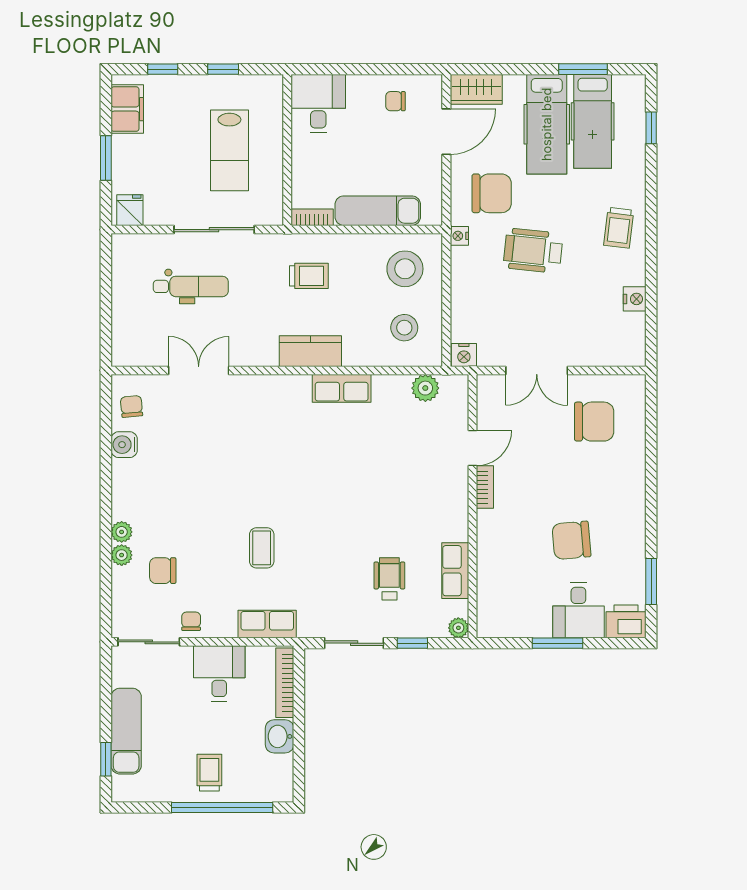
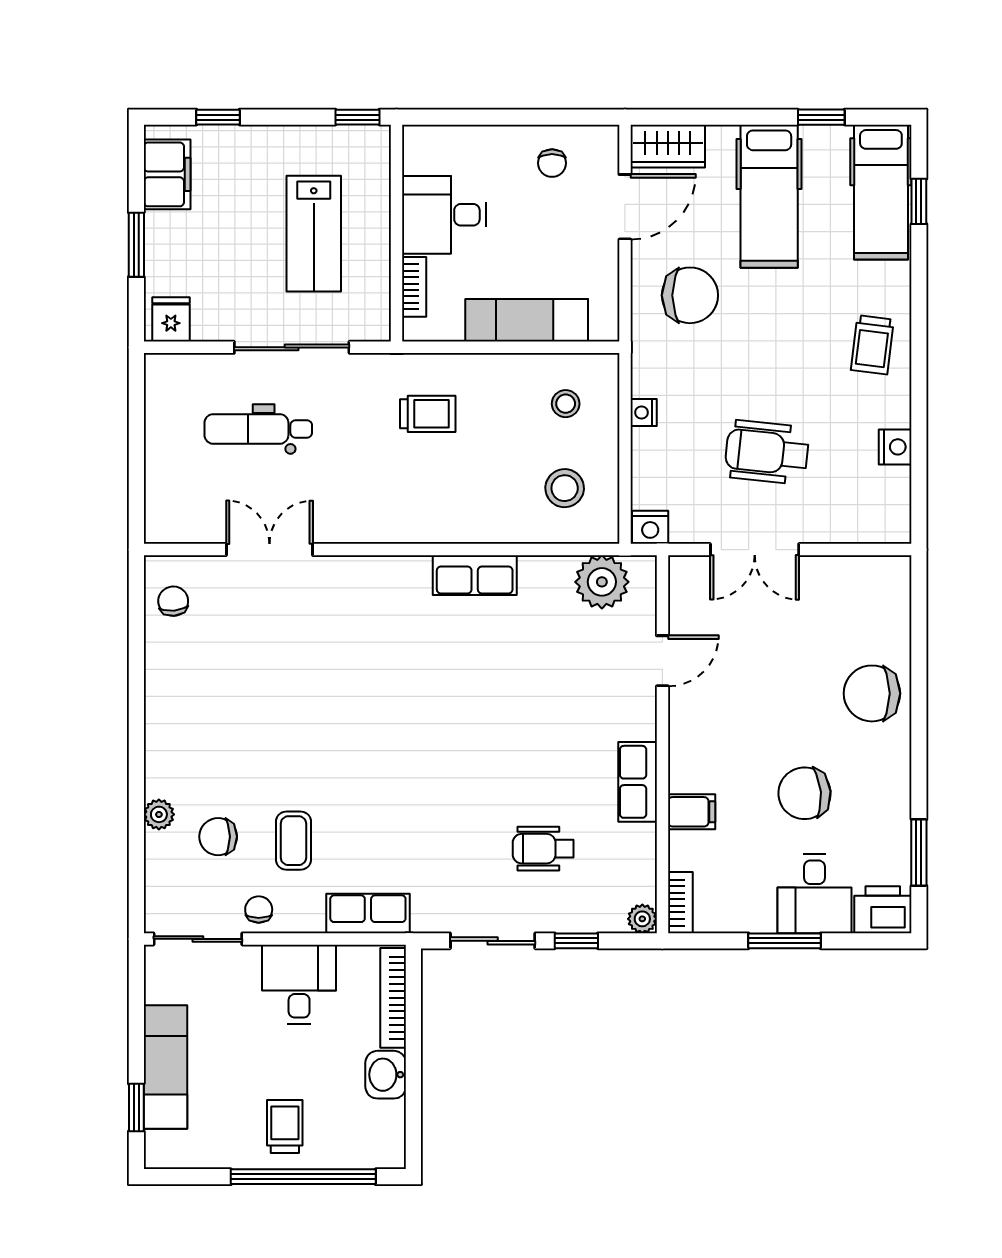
window: (223, 69) -> (357, 117), moved
window: (583, 69) -> (821, 117), width x0.67
chair: (396, 101) -> (552, 163), turned -90
desk: (318, 104) -> (444, 215), moved, turned -90
hospital bed: (593, 121) -> (881, 192), moved
bookcase: (312, 217) -> (414, 287), moved, turned 90
nightstand: (459, 236) -> (644, 412), moved
wheelchair: (533, 251) -> (767, 452), moved
stool: (405, 269) -> (566, 404), width x0.53, depth x0.53
dental chair: (191, 286) -> (258, 429), turned 180
kitchen counter: (310, 351) -> (430, 522), removed
plant: (425, 388) -> (602, 582), width x1.36, depth x1.36
chair: (594, 422) -> (872, 693), moved, turned 180
water cooler: (124, 445) -> (163, 656), removed
bookcase: (485, 487) -> (680, 903), moved
plant: (122, 532) -> (159, 781), removed
coffee table: (262, 548) -> (293, 841), moved
filing cabinet: (493, 553) -> (692, 812), added
row of seats: (455, 571) -> (638, 782), moved
wheelchair: (389, 579) -> (543, 849), turned -90

